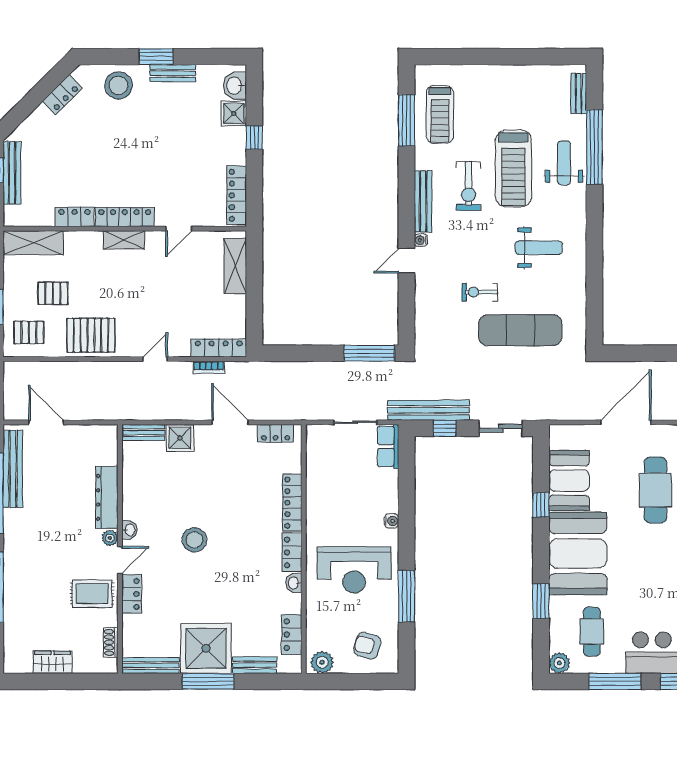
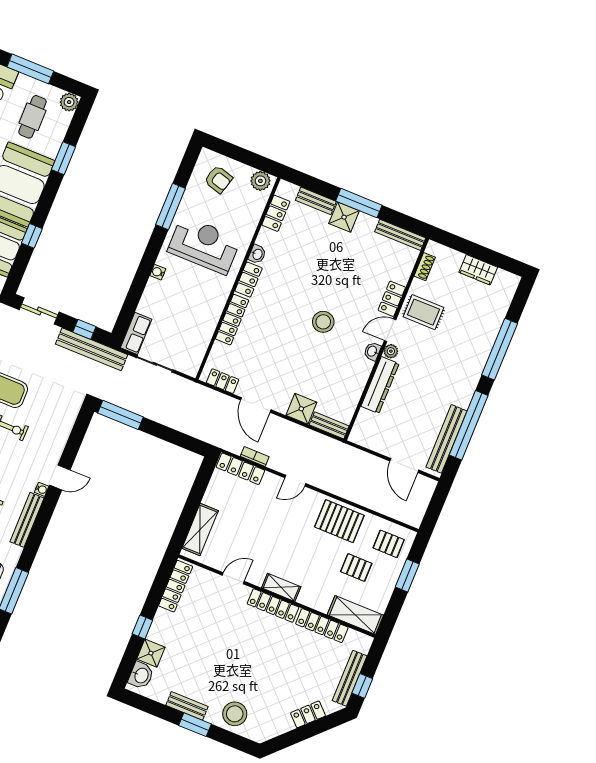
locker: (62, 95) -> (308, 714), moved
locker: (75, 217) -> (322, 626), width x1.53
shower: (206, 648) -> (344, 217), width x0.54, depth x0.54

